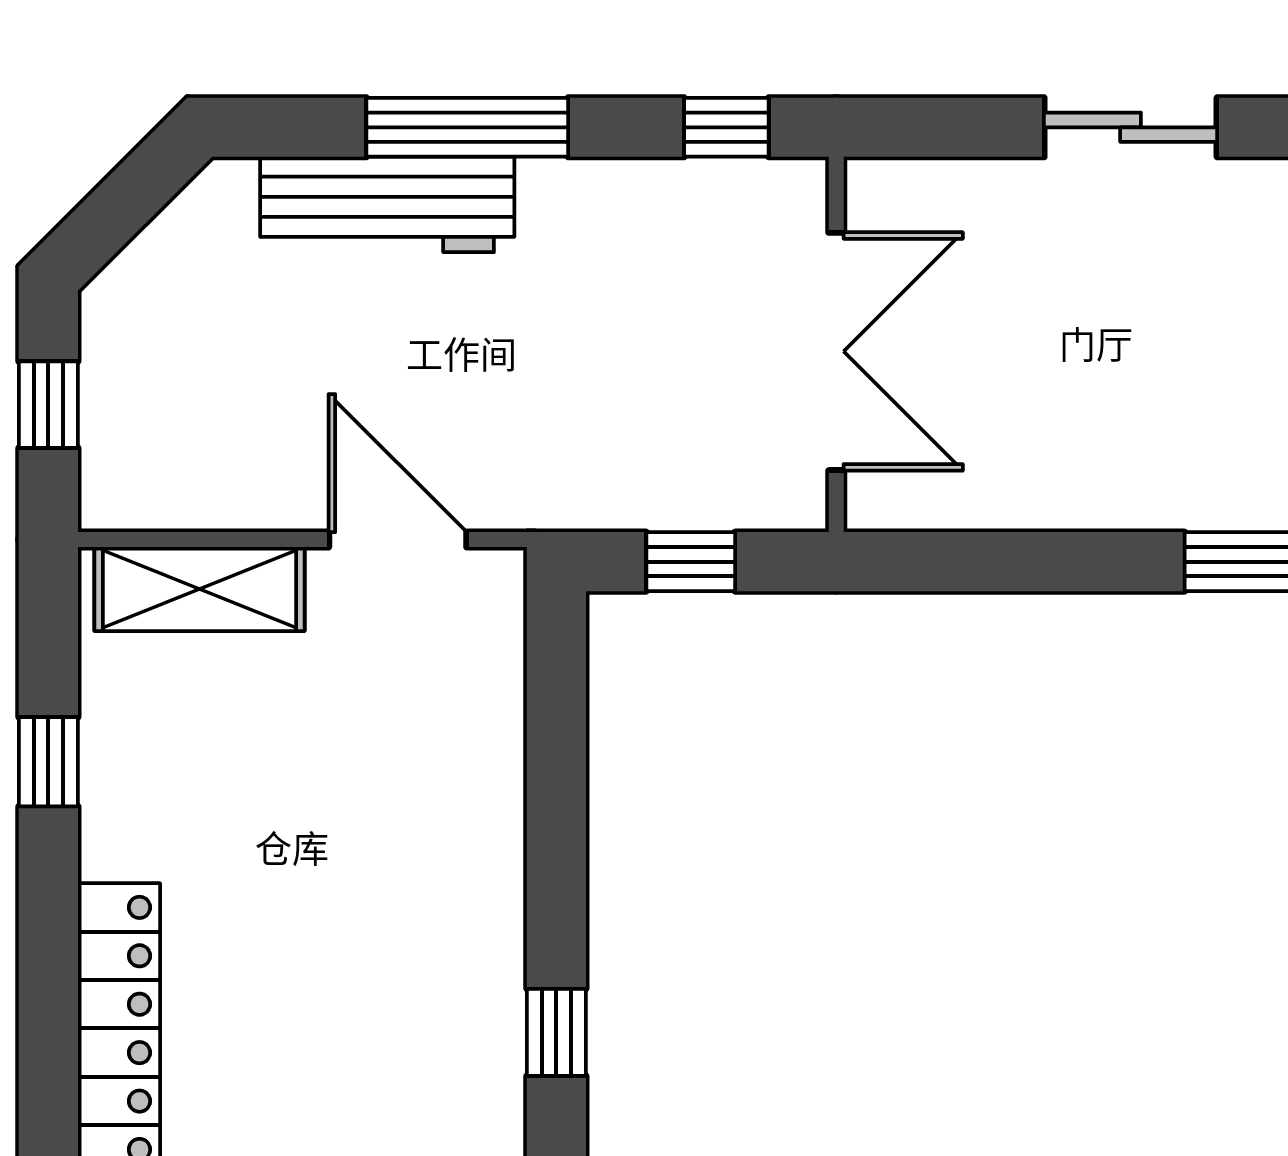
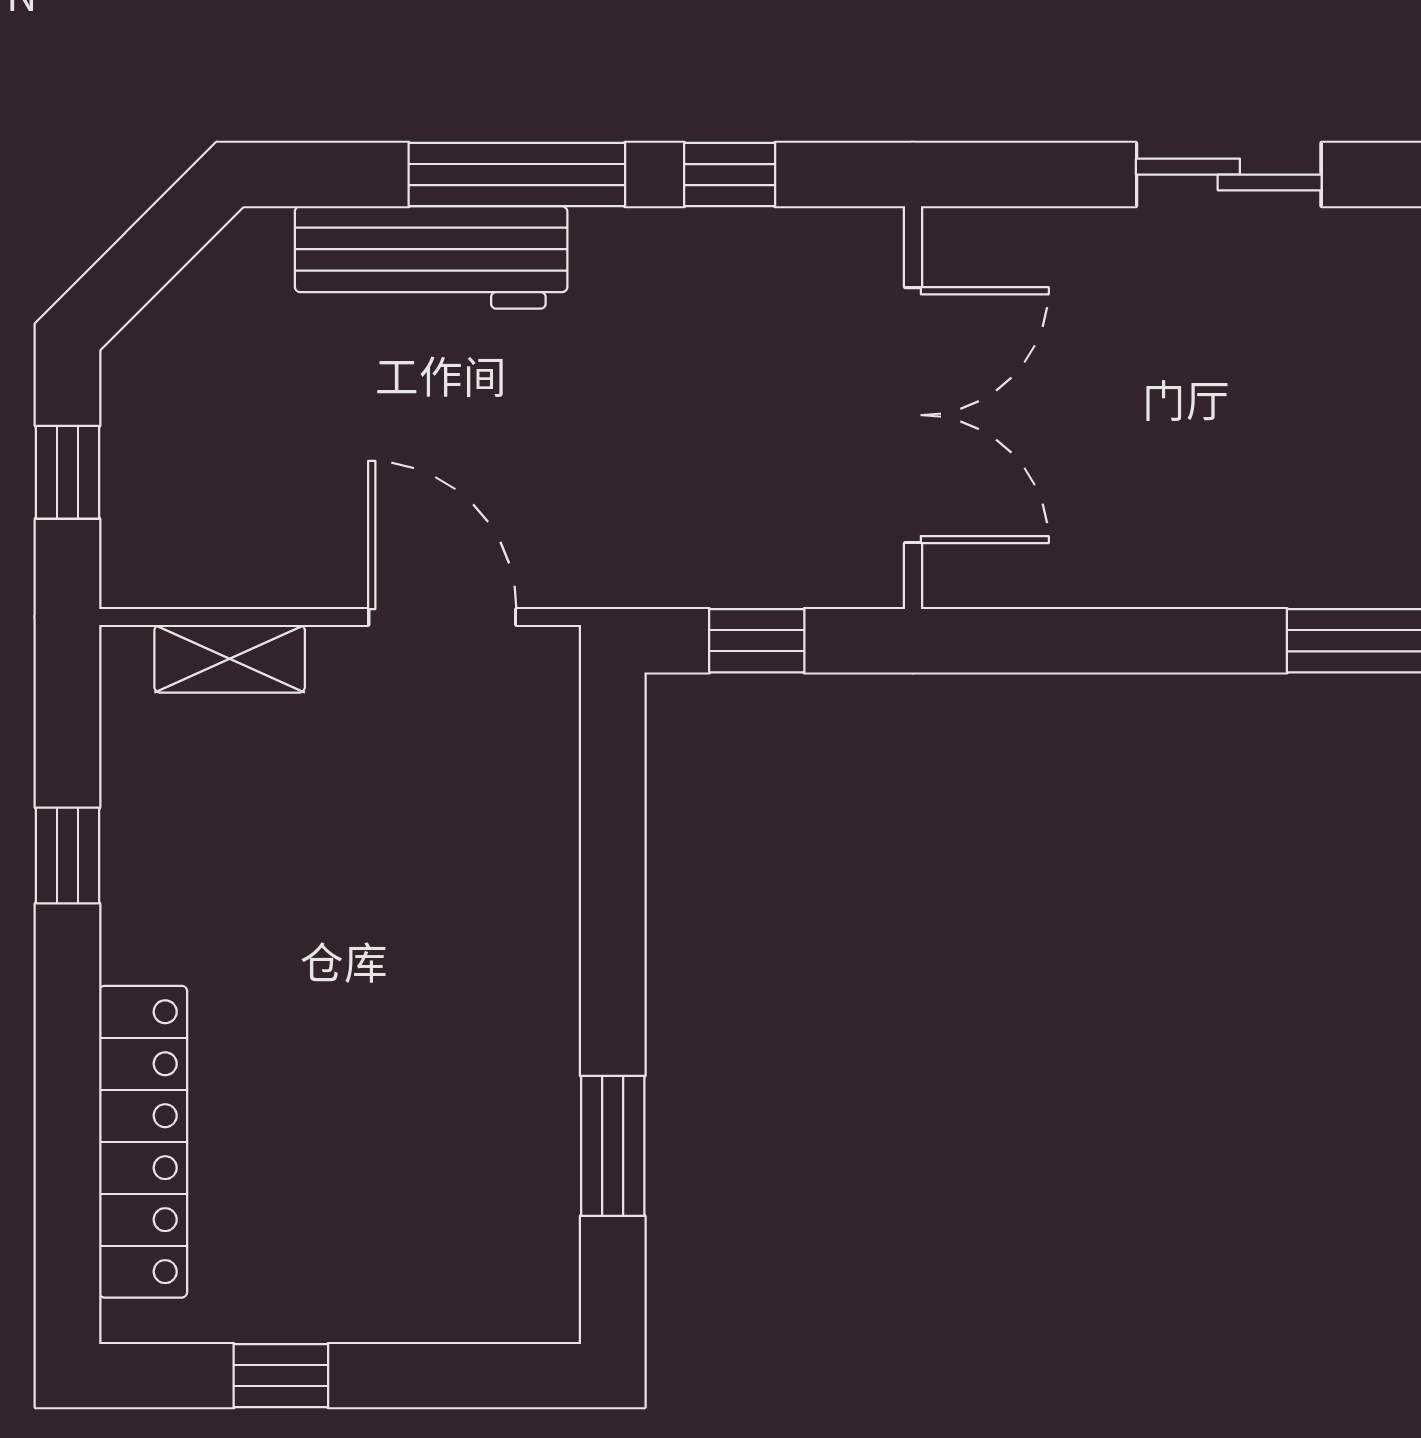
window: (726, 127) -> (730, 175), moved
shelving: (200, 589) -> (230, 659), width x0.67, depth x0.75
window: (556, 1032) -> (613, 1146), width x1.50

